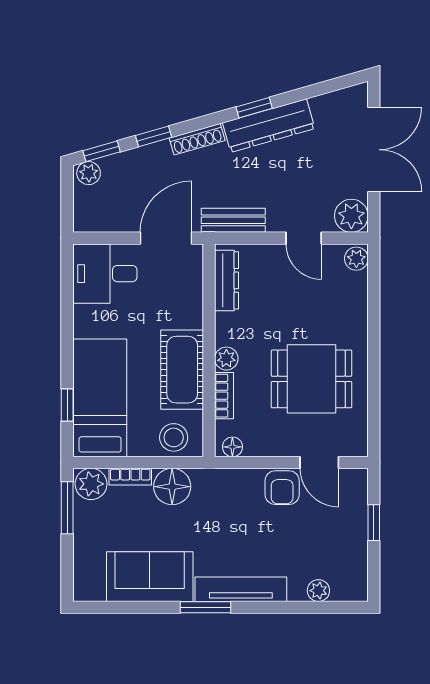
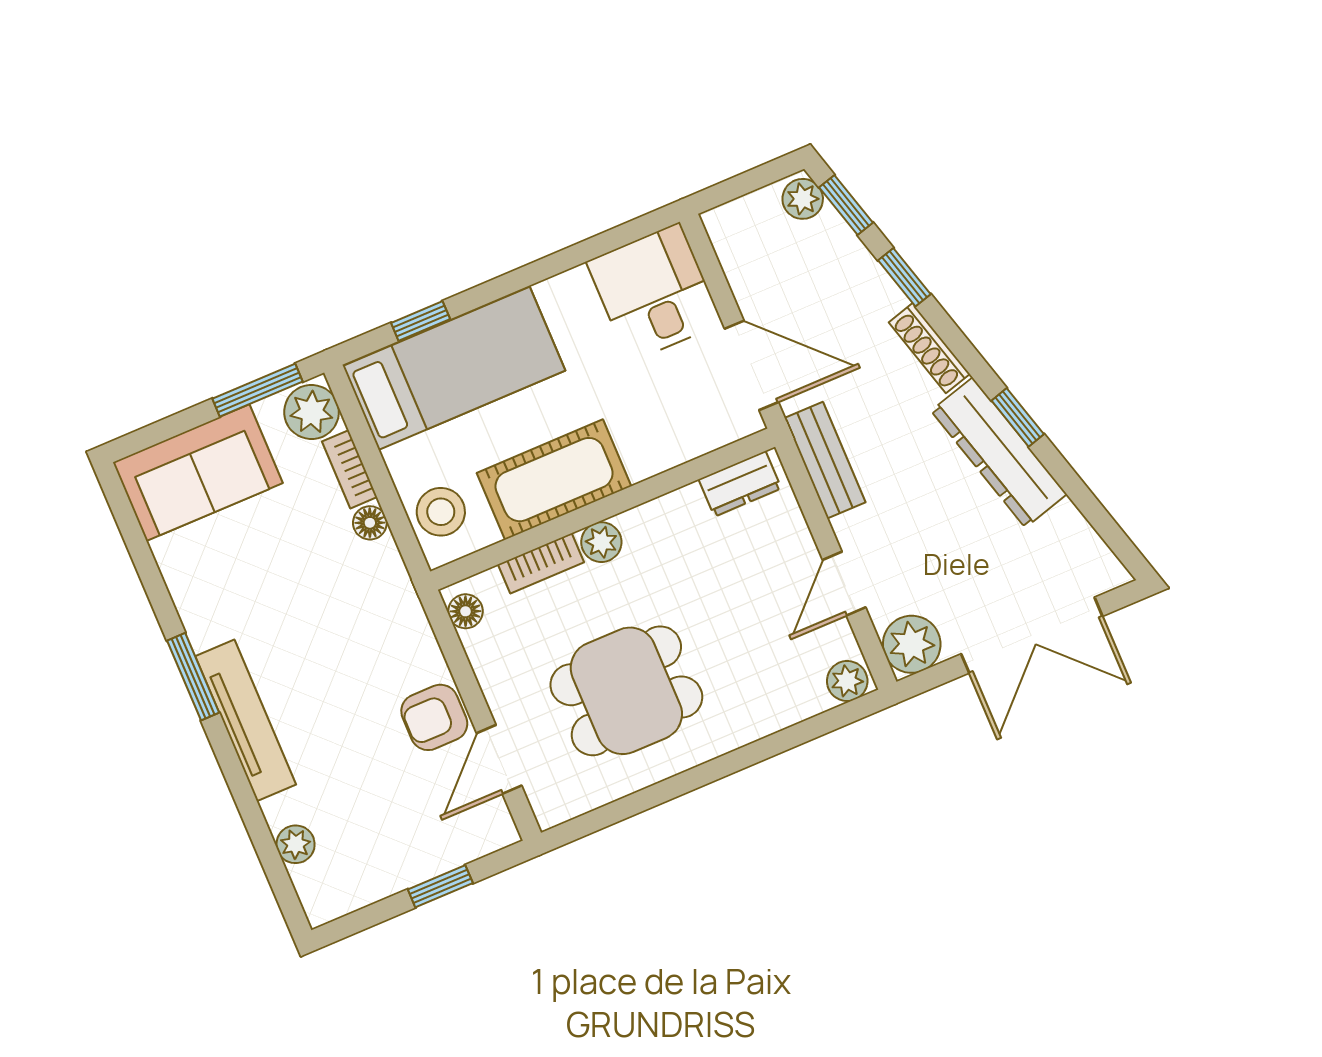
dresser: (227, 280) -> (740, 484), width x0.70
dining table: (311, 379) -> (626, 691), turned 90
floor lamp: (172, 487) -> (370, 523), width x0.53, depth x0.53
sofa: (150, 577) -> (198, 473), moved, turned 90

